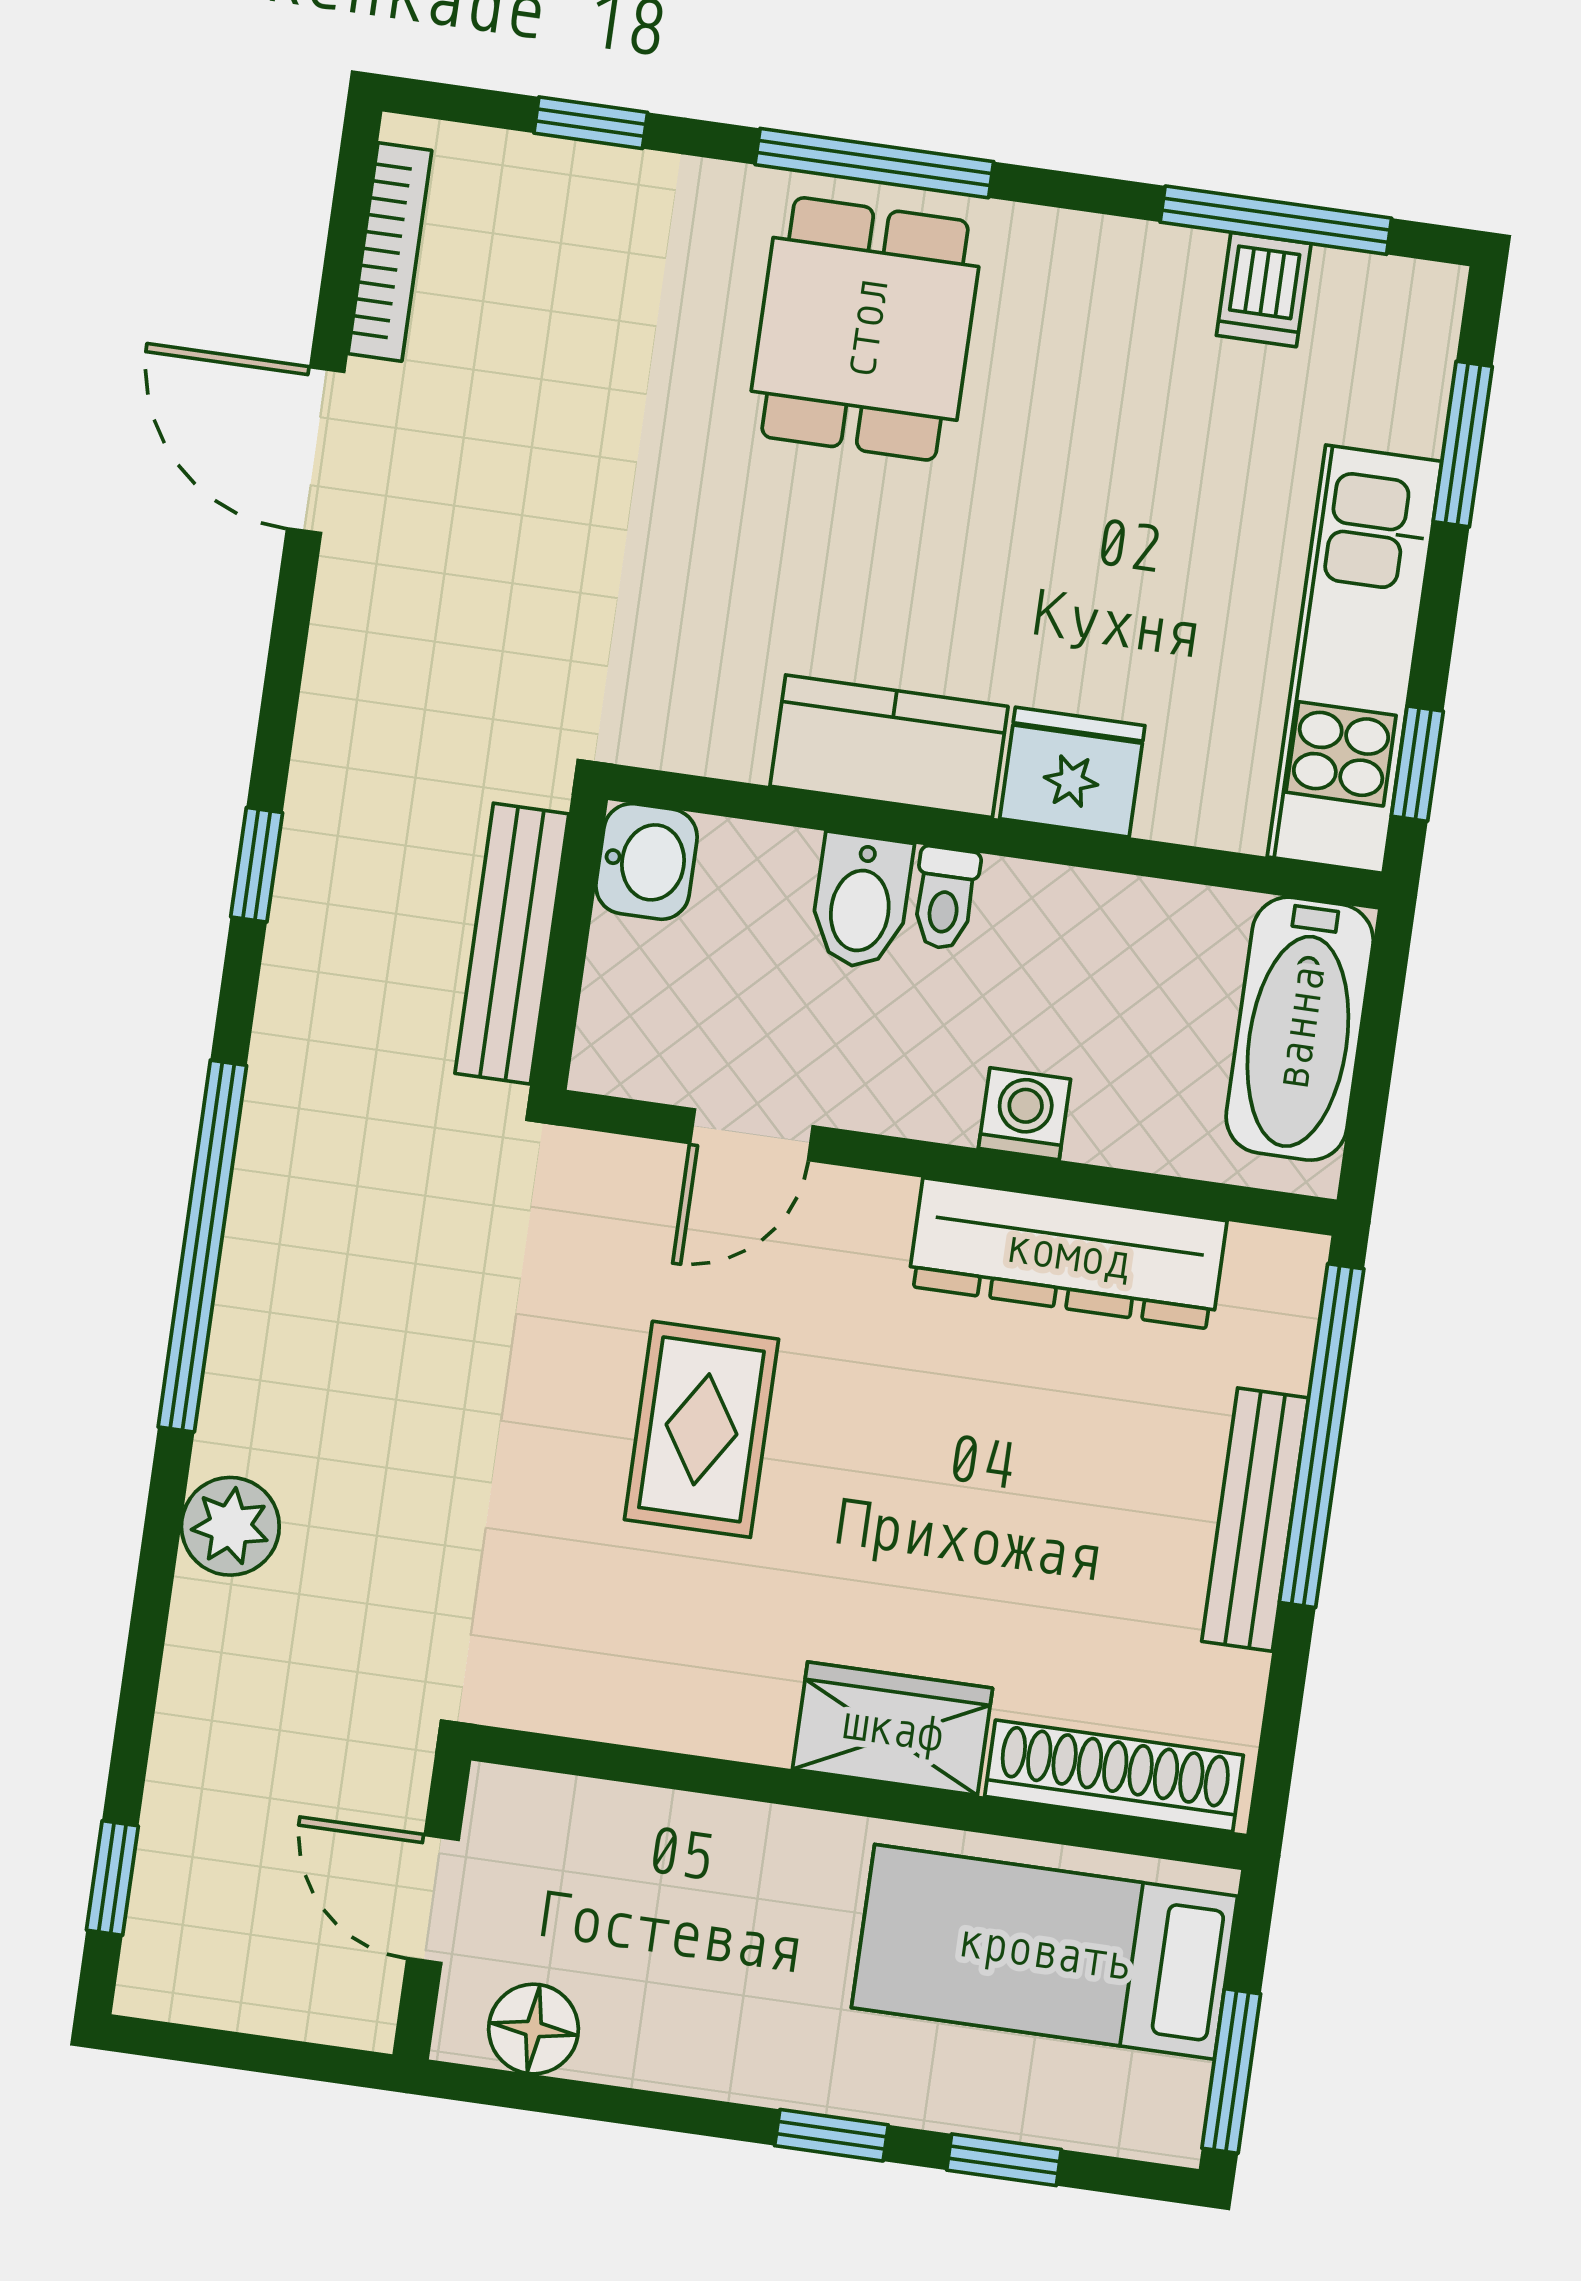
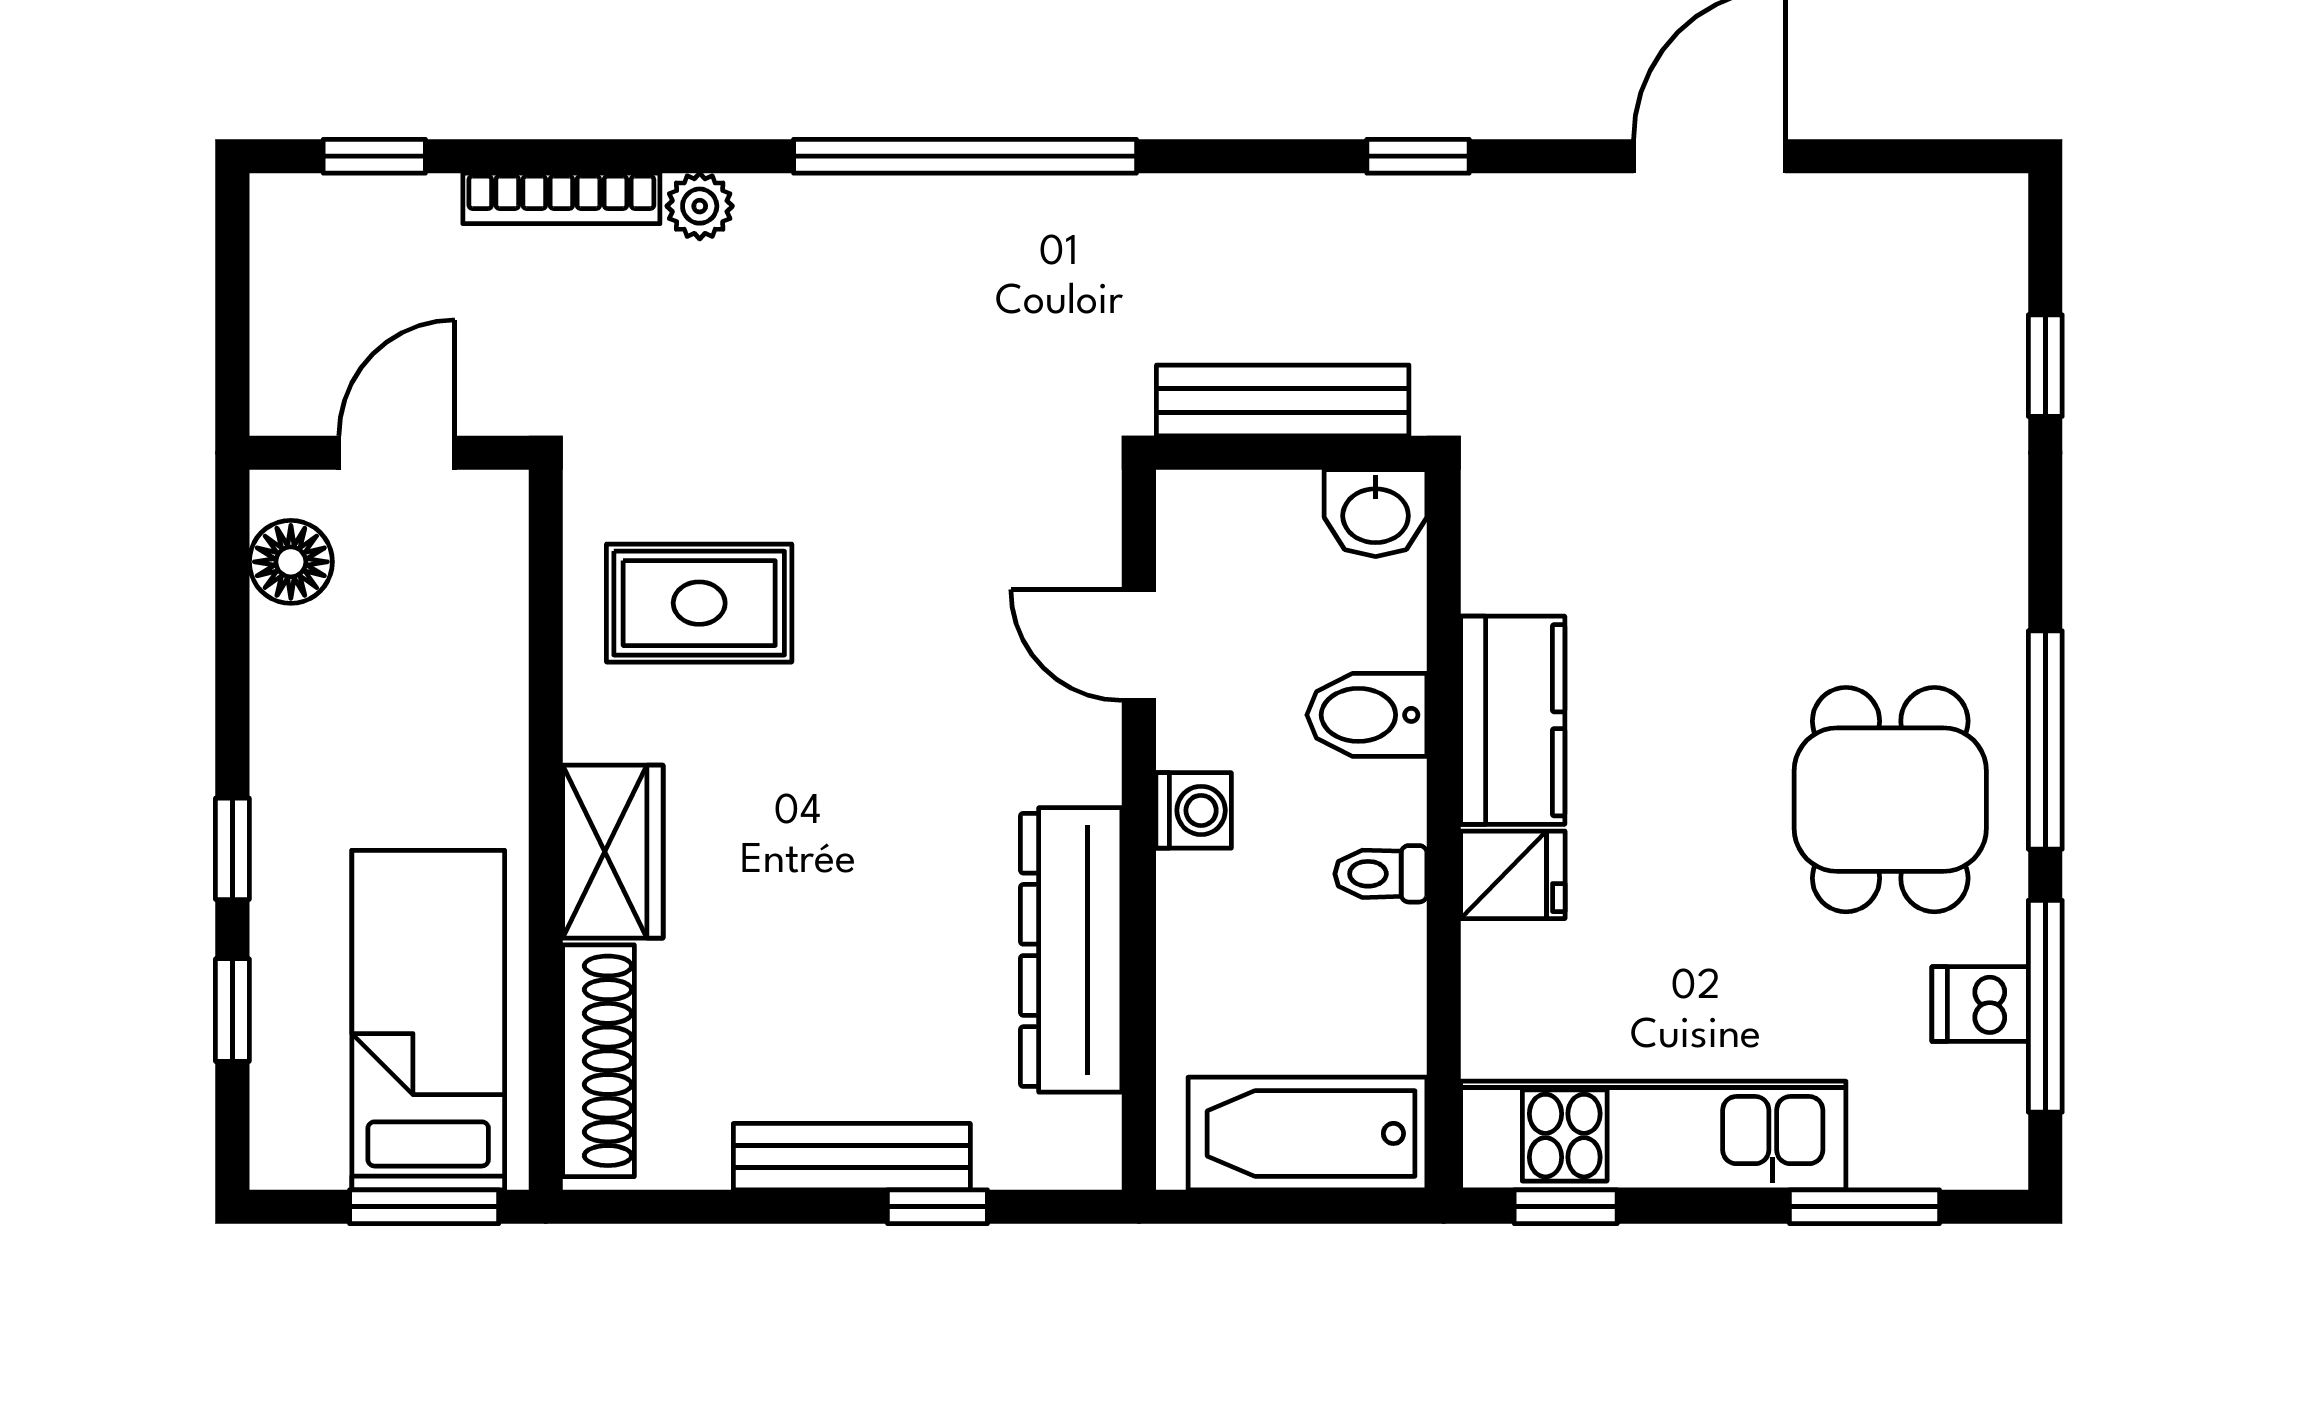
window: (874, 163) -> (2045, 740), moved
bookcase: (390, 252) -> (561, 198), moved
dining table: (865, 329) -> (1890, 800), moved, turned 90
fridge: (1072, 772) -> (1513, 875), width x0.72
window: (257, 865) -> (1418, 156), moved
toilet: (945, 898) -> (1381, 874), moved
washing machine: (1024, 1114) -> (1194, 810), moved
rug: (701, 1429) -> (699, 603), moved
window: (1322, 1436) -> (937, 1207), width x0.32
plant: (230, 1526) -> (700, 206), width x0.73, depth x0.73
window: (1231, 2071) -> (424, 1207), moved

